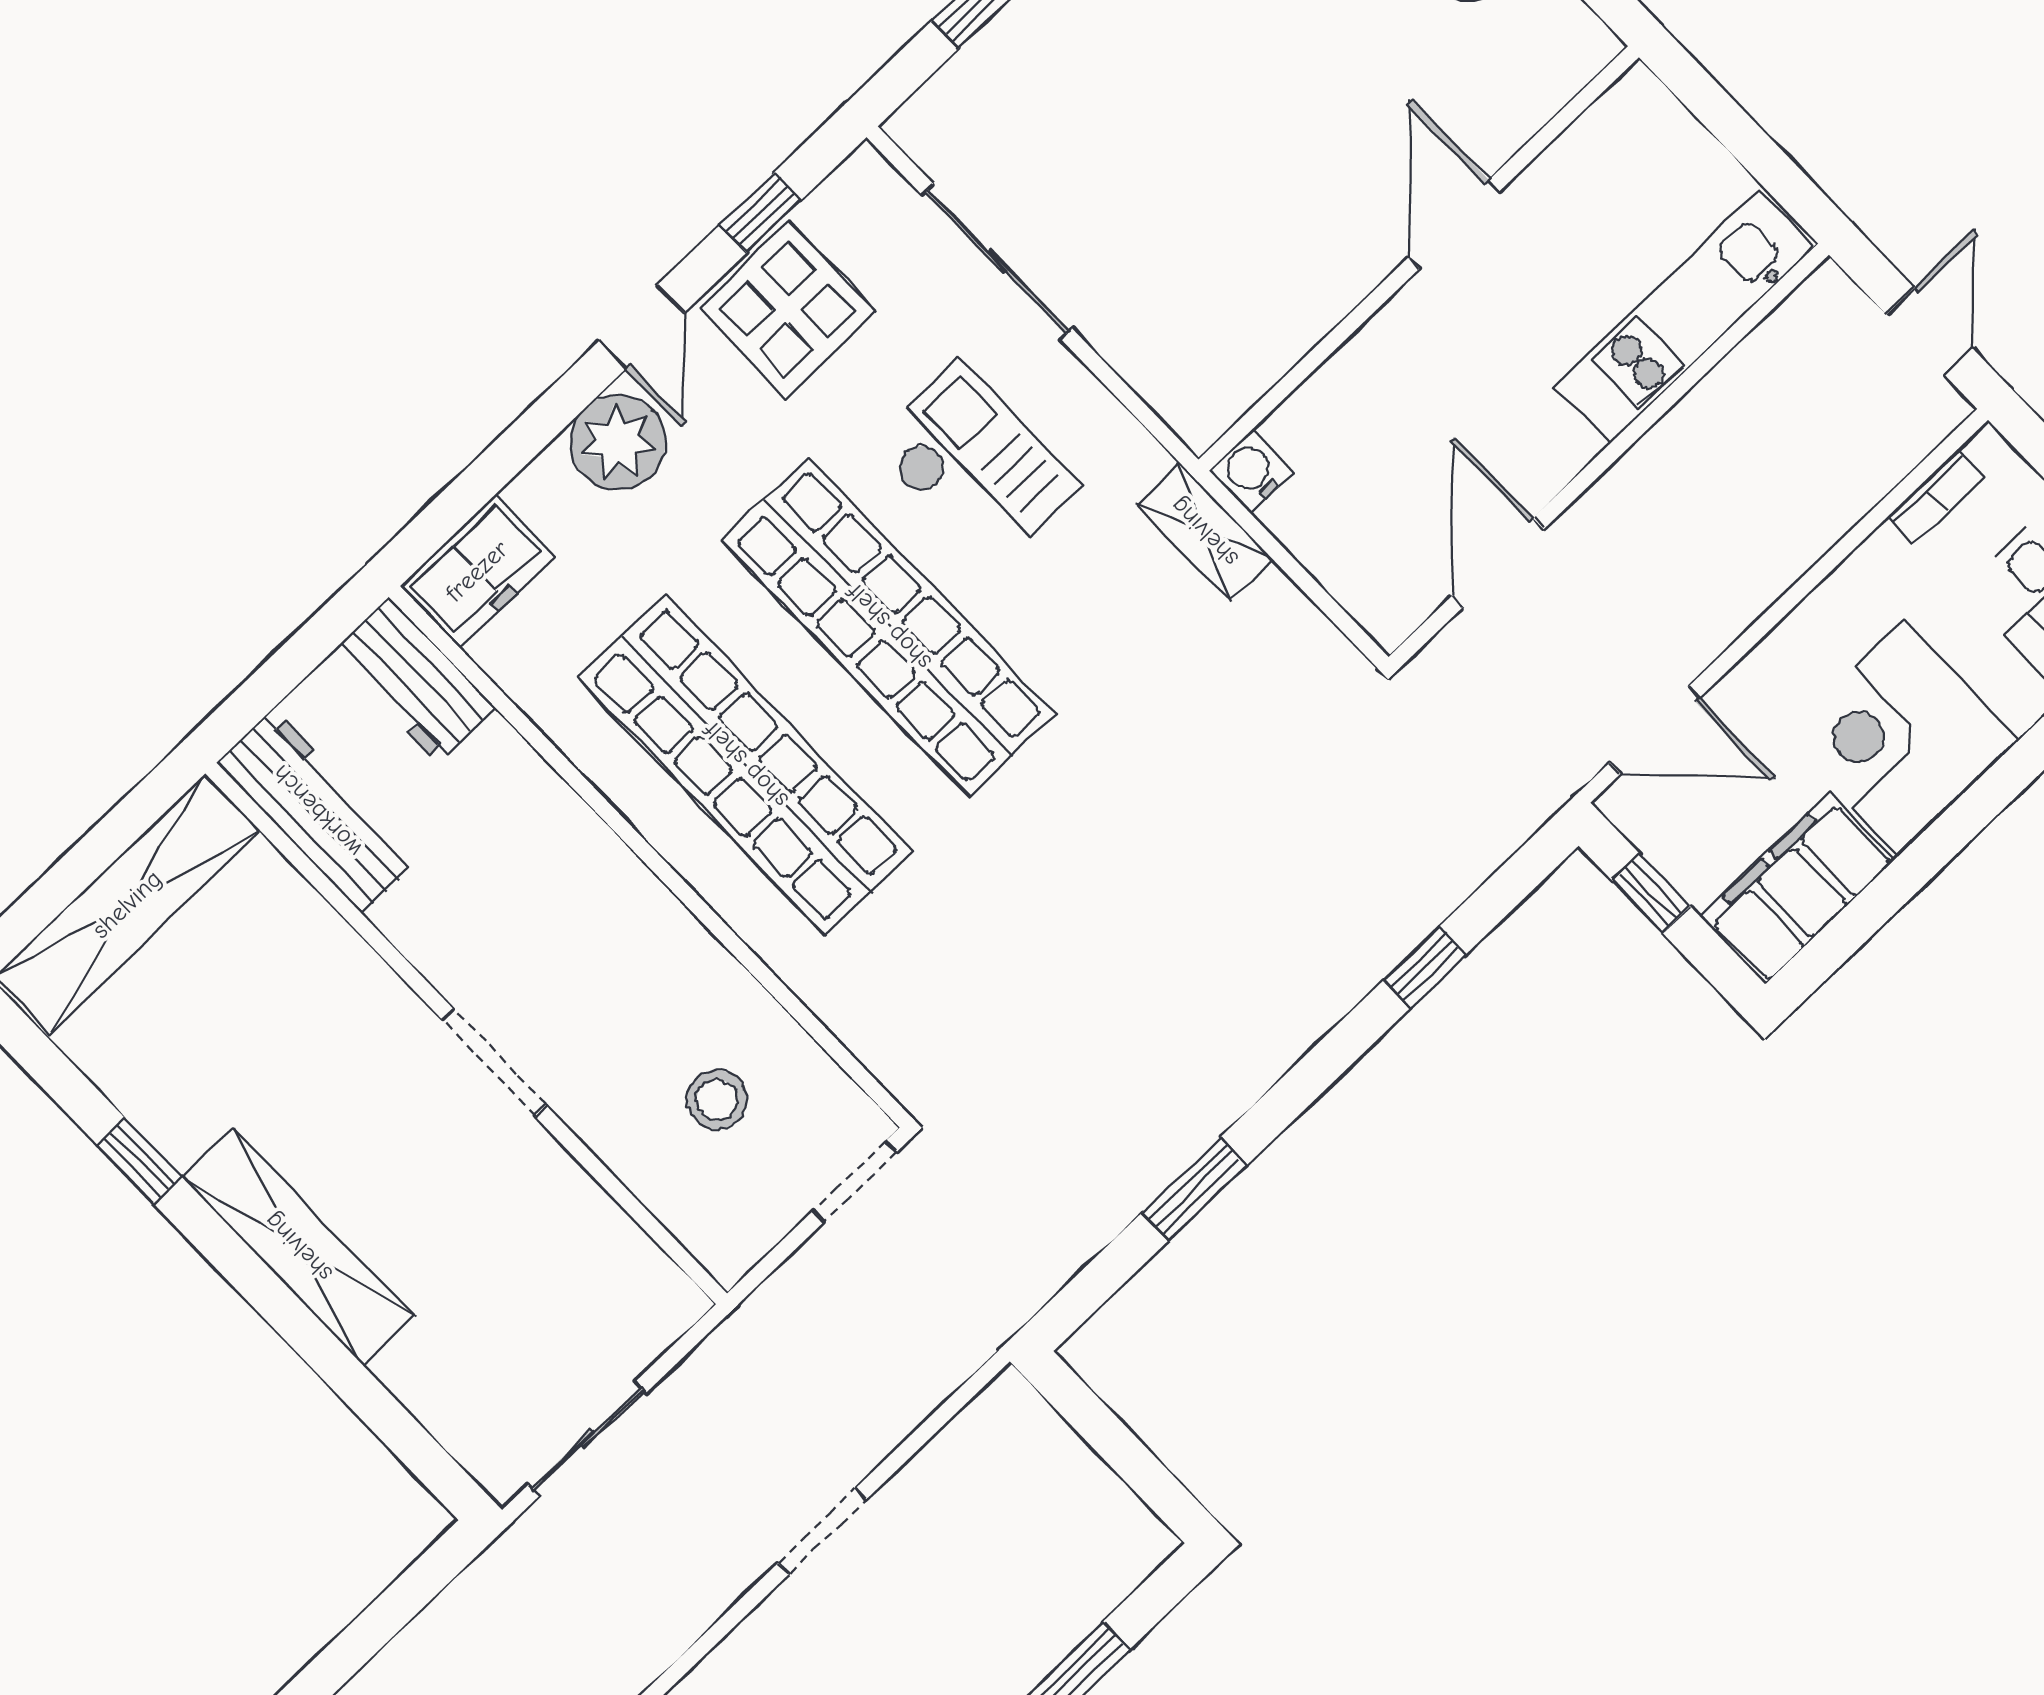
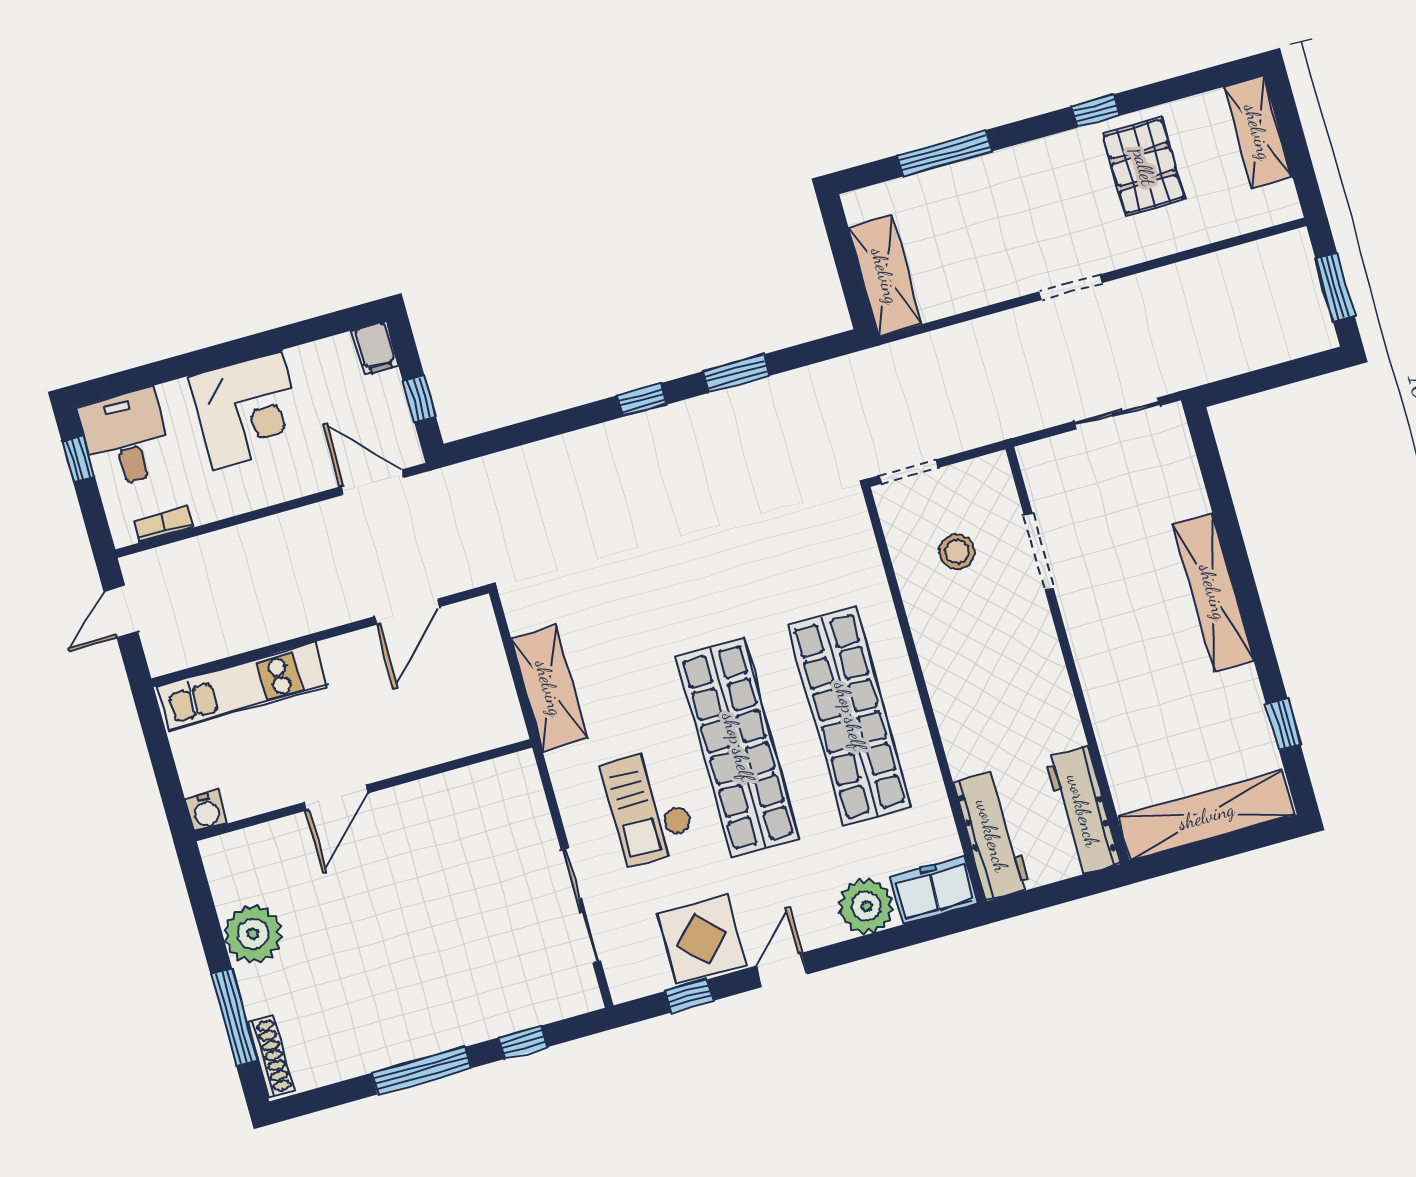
plant: (618, 442) -> (866, 906), moved
water cooler: (1251, 472) -> (206, 811), moved
shelving: (1204, 532) -> (549, 688), width x1.50, depth x1.33
workbench: (414, 680) -> (992, 836), width x1.38
filing cabinet: (1798, 888) -> (375, 348), width x0.33, depth x0.86
window: (1425, 967) -> (642, 400), moved
doorway: (494, 1062) -> (1039, 552), moved
window: (139, 1161) -> (1283, 725), moved
shelving: (1049, 1458) -> (885, 276), added
doorway: (822, 1531) -> (1071, 287), moved

